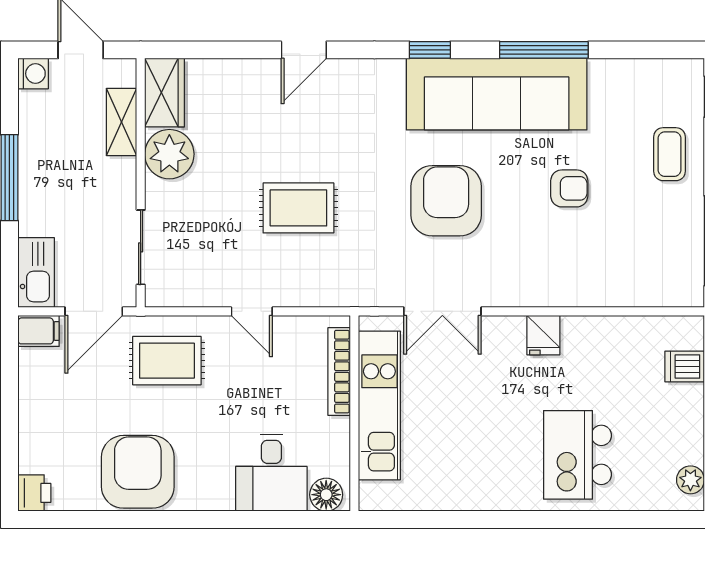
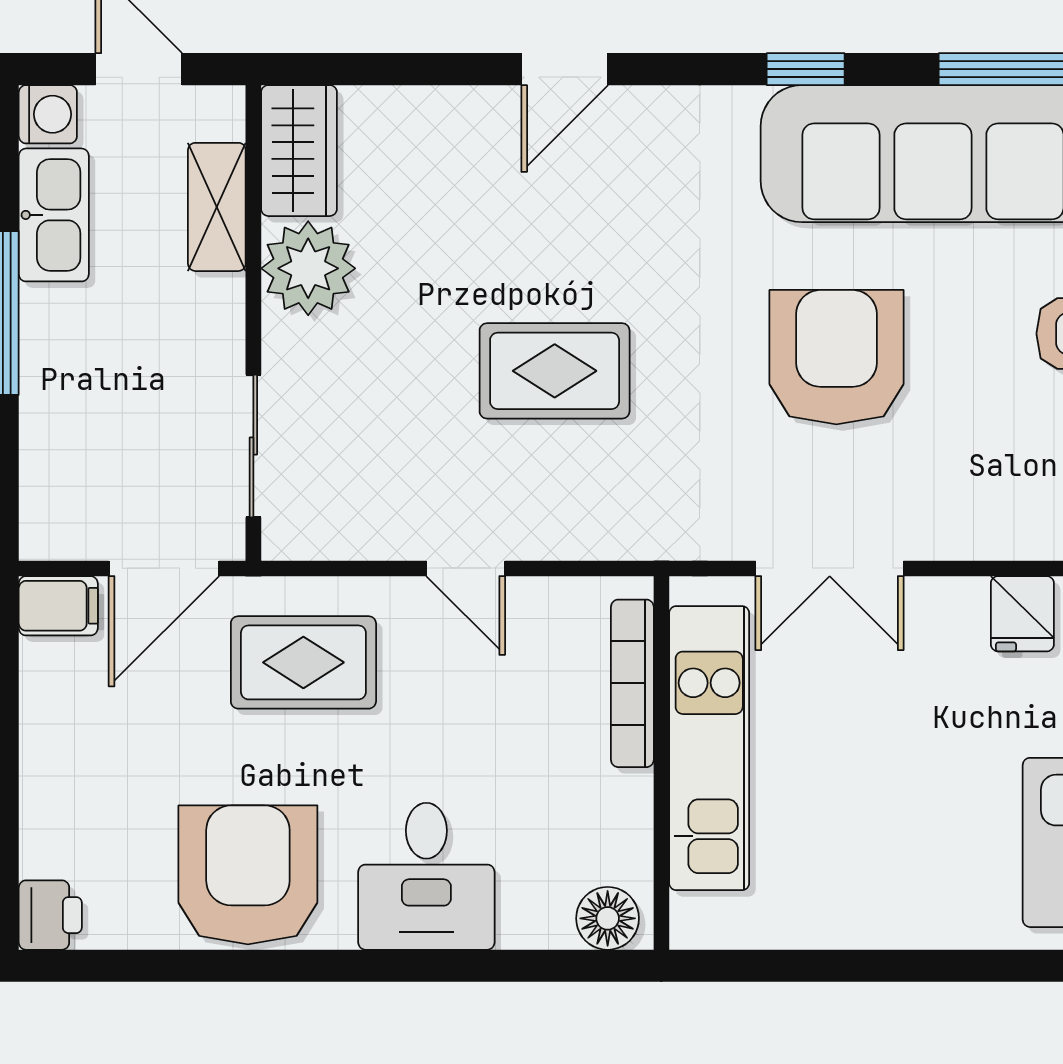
kitchen sink: (36, 273) -> (54, 215), moved
desk: (271, 473) -> (426, 876), moved

